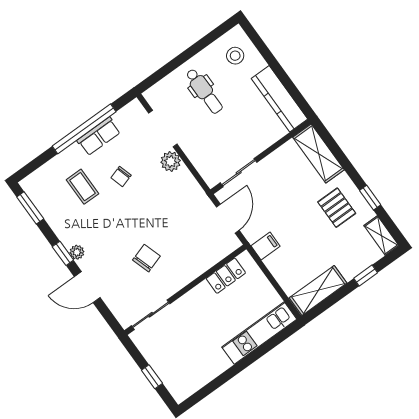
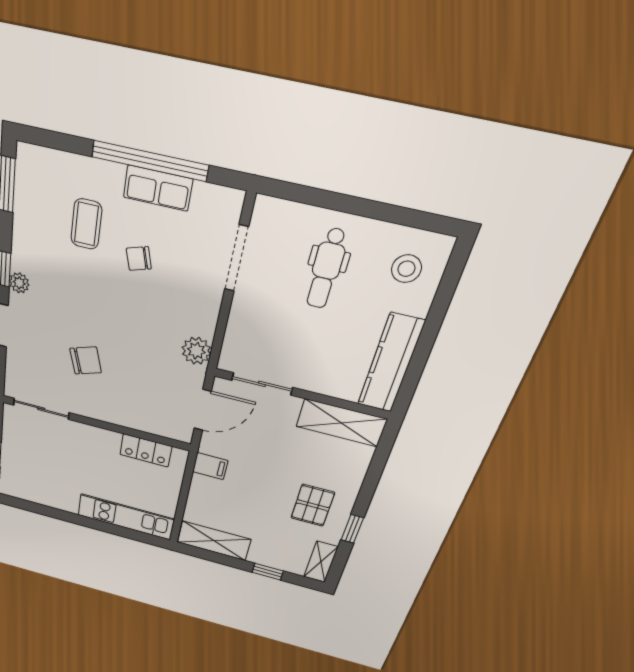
shelving: (318, 153) -> (341, 423), moved, turned 90
plant: (171, 161) -> (196, 351), moved

